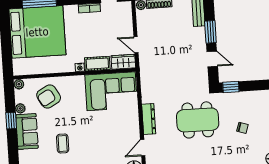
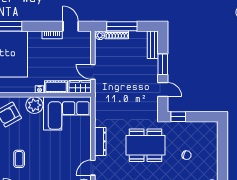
plant: (75, 85) -> (34, 105), added

